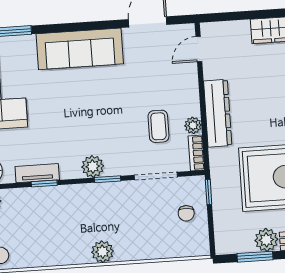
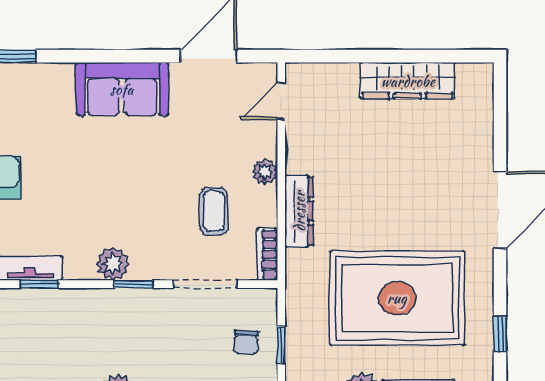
sofa: (80, 49) -> (122, 89), width x0.73
dresser: (218, 113) -> (299, 211), width x0.73, depth x0.80
plant: (193, 125) -> (265, 172), moved
window: (209, 192) -> (281, 345), moved

